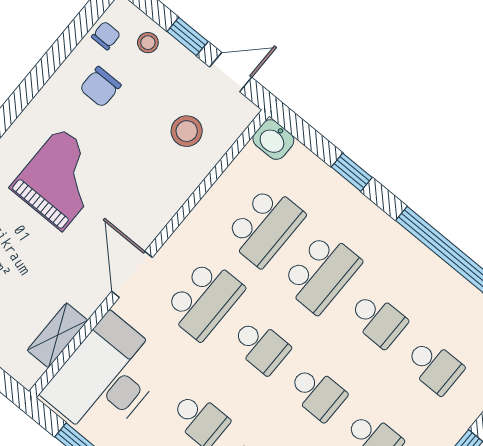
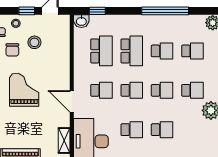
stool: (187, 131) -> (34, 42), moved
window: (352, 172) -> (97, 11), moved
school desk: (204, 299) -> (101, 90), width x0.54

